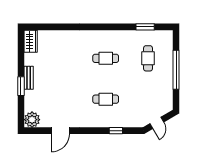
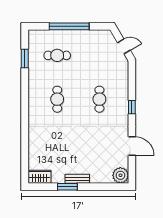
window: (21, 86) -> (67, 187), moved
window: (116, 131) -> (132, 107), moved

